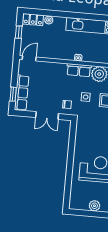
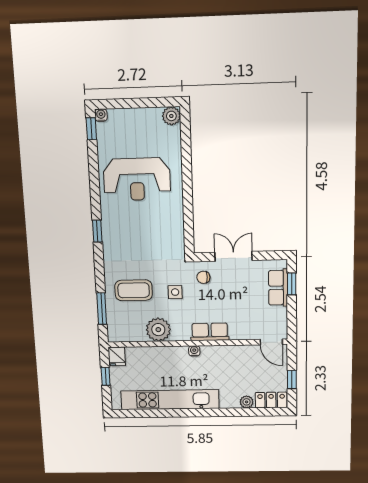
door: (29, 58) -> (271, 342), hinge flipped
row of seats: (79, 70) -> (210, 332), moved
row of seats: (22, 93) -> (278, 288), width x0.68
plant: (94, 206) -> (171, 116), moved

